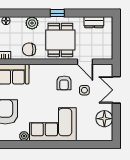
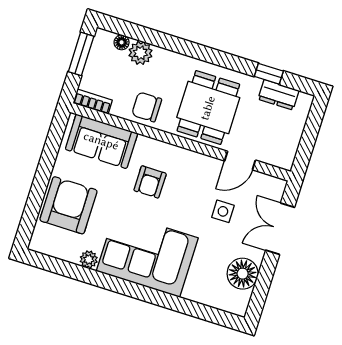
window: (57, 13) -> (269, 74), moved
plant: (32, 23) -> (140, 53), moved
door: (85, 62) -> (240, 161), hinge flipped
armchair: (64, 83) -> (150, 182), moved

